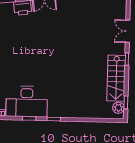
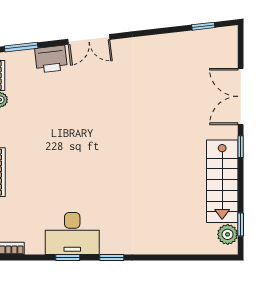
double door: (128, 31) -> (241, 96), width x1.37
desk: (27, 101) -> (72, 234), width x0.73, depth x0.77

